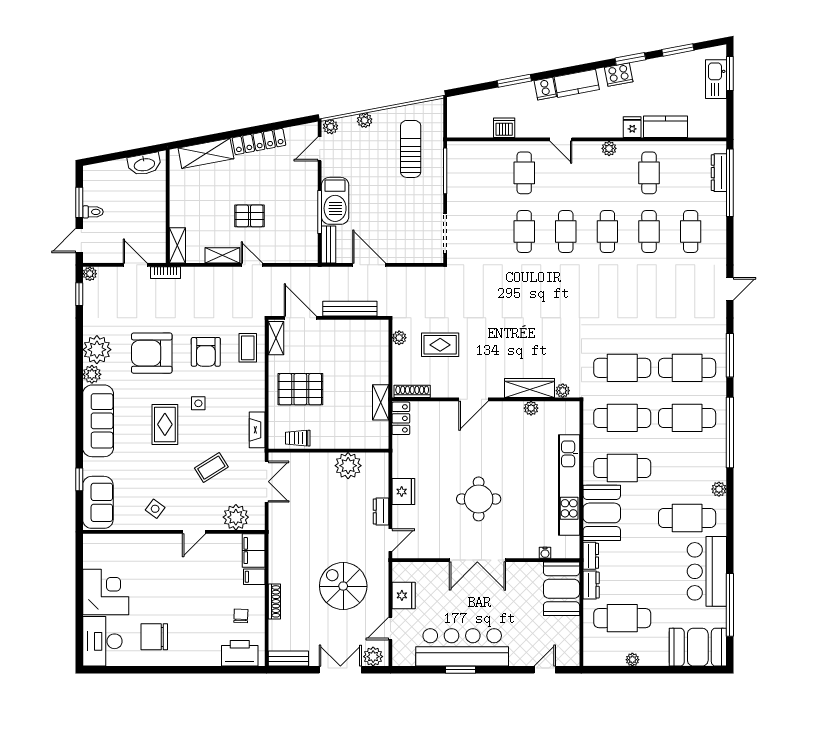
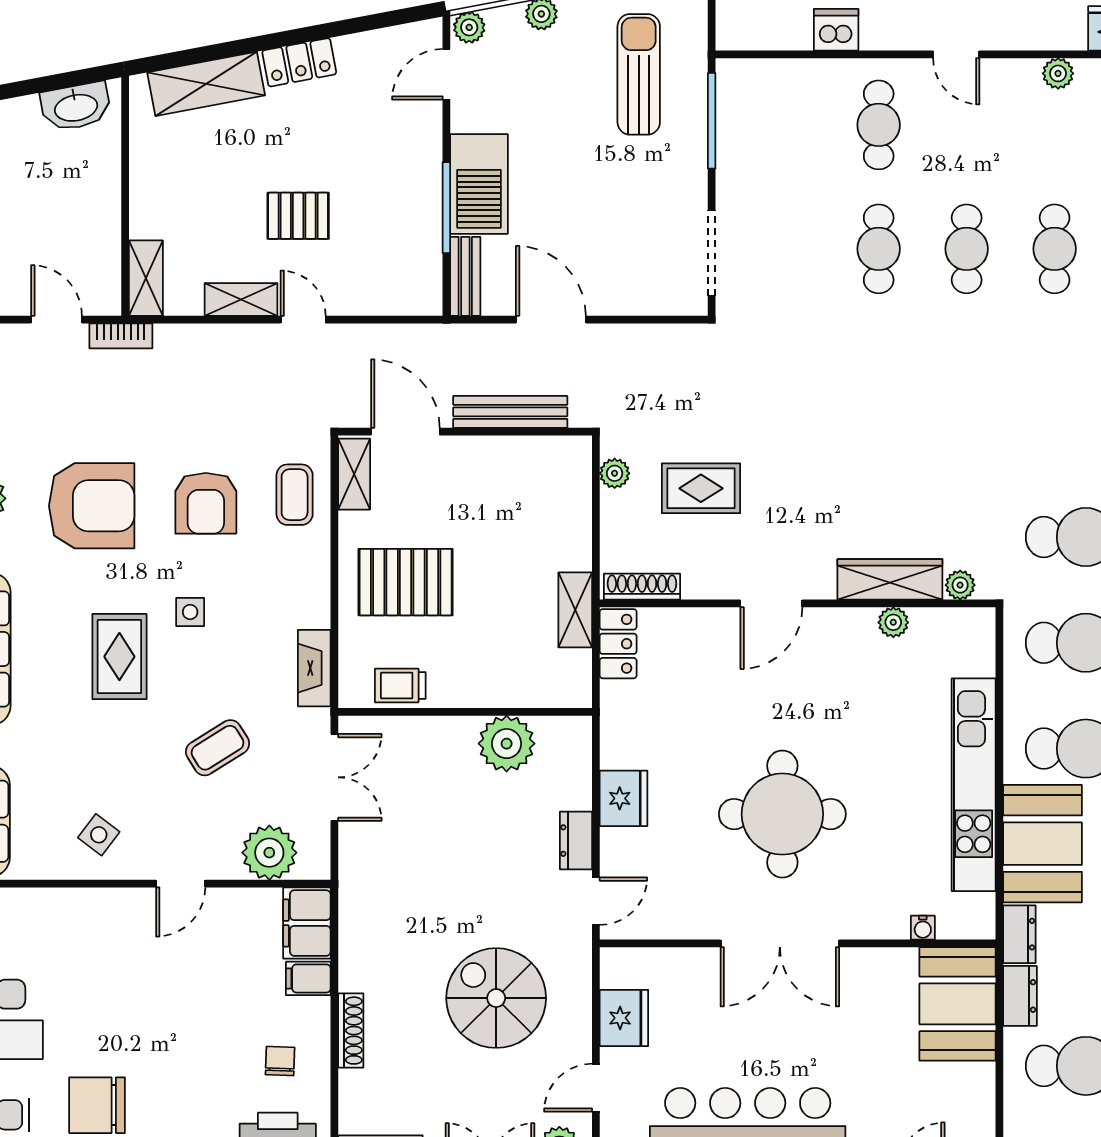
locker: (259, 142) -> (299, 62), width x0.66
armchair: (152, 353) -> (92, 506), turned 180
round table: (479, 499) -> (782, 814), width x1.36, depth x1.36

